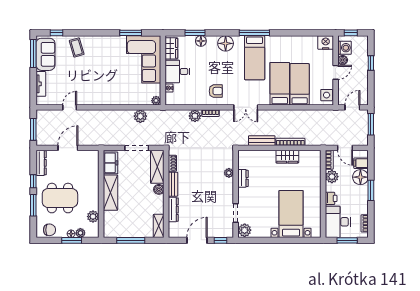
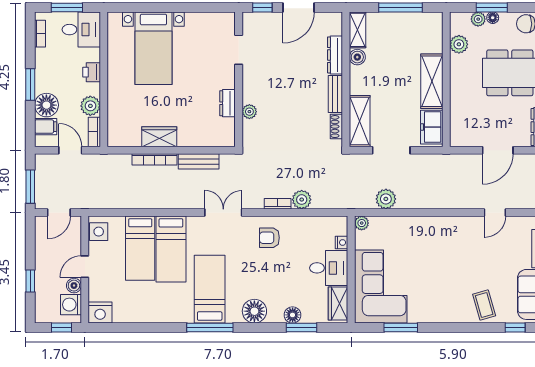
boiler: (159, 189) -> (357, 57), moved
desk: (338, 222) -> (81, 30), width x0.73
plant: (245, 230) -> (225, 23), removed

